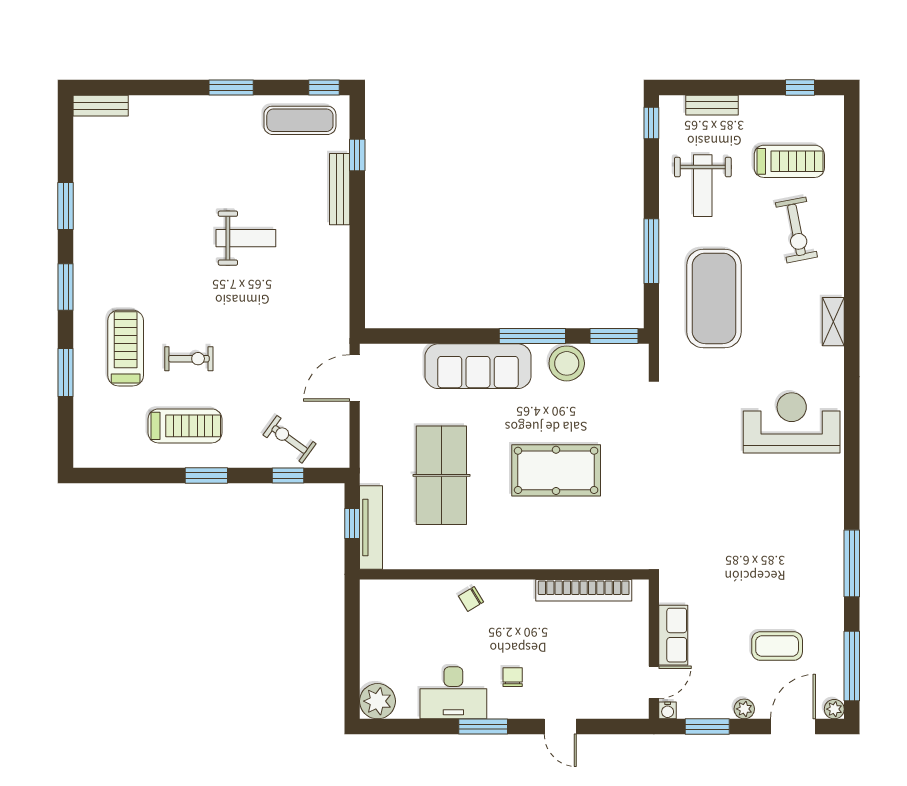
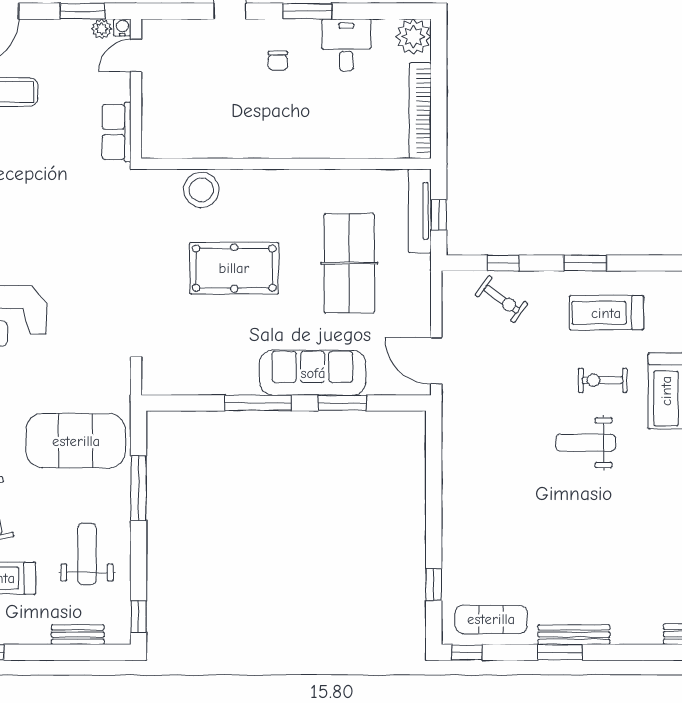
bench: (340, 189) -> (574, 635), moved, turned 90
weight bench: (246, 238) -> (586, 443), moved
exercise mat: (714, 298) -> (76, 441), turned 90
window: (614, 336) -> (342, 403), moved
stool: (567, 363) -> (201, 190), moved
door: (355, 378) -> (436, 361), swing flipped
bookcase: (584, 590) -> (420, 111), moved, turned -90
chair: (471, 599) -> (320, 139), removed
row of seats: (673, 635) -> (117, 132), moved
desk: (453, 693) -> (346, 45), width x0.73
plant: (744, 709) -> (102, 29), moved

